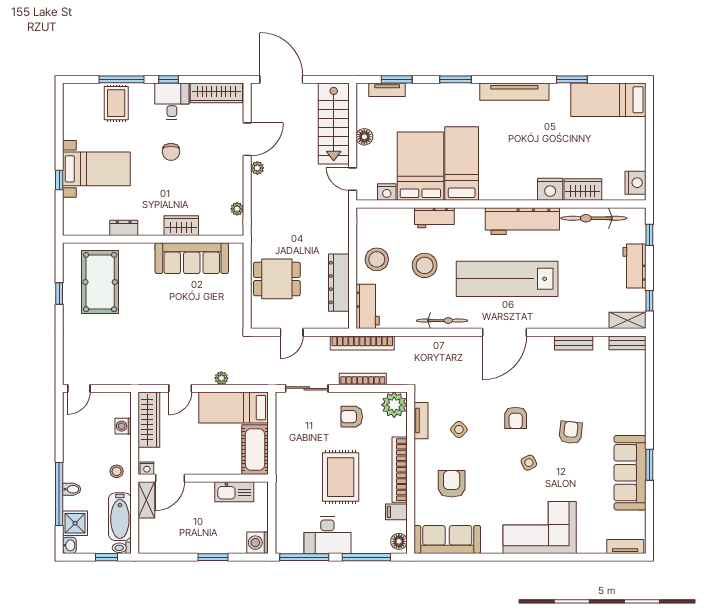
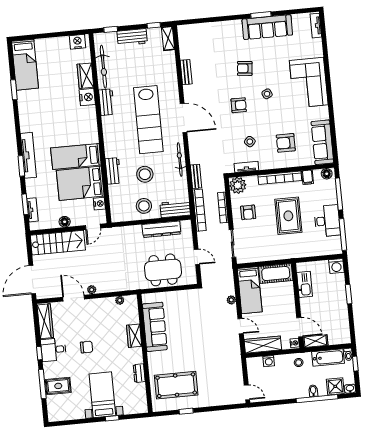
tv unit: (514, 92) -> (28, 155), moved
workbench: (522, 221) -> (106, 102), width x0.53, depth x0.76
dining table: (277, 279) -> (163, 270), width x1.38
bench: (628, 343) -> (196, 176), moved
rug: (341, 477) -> (288, 216), turned 90

